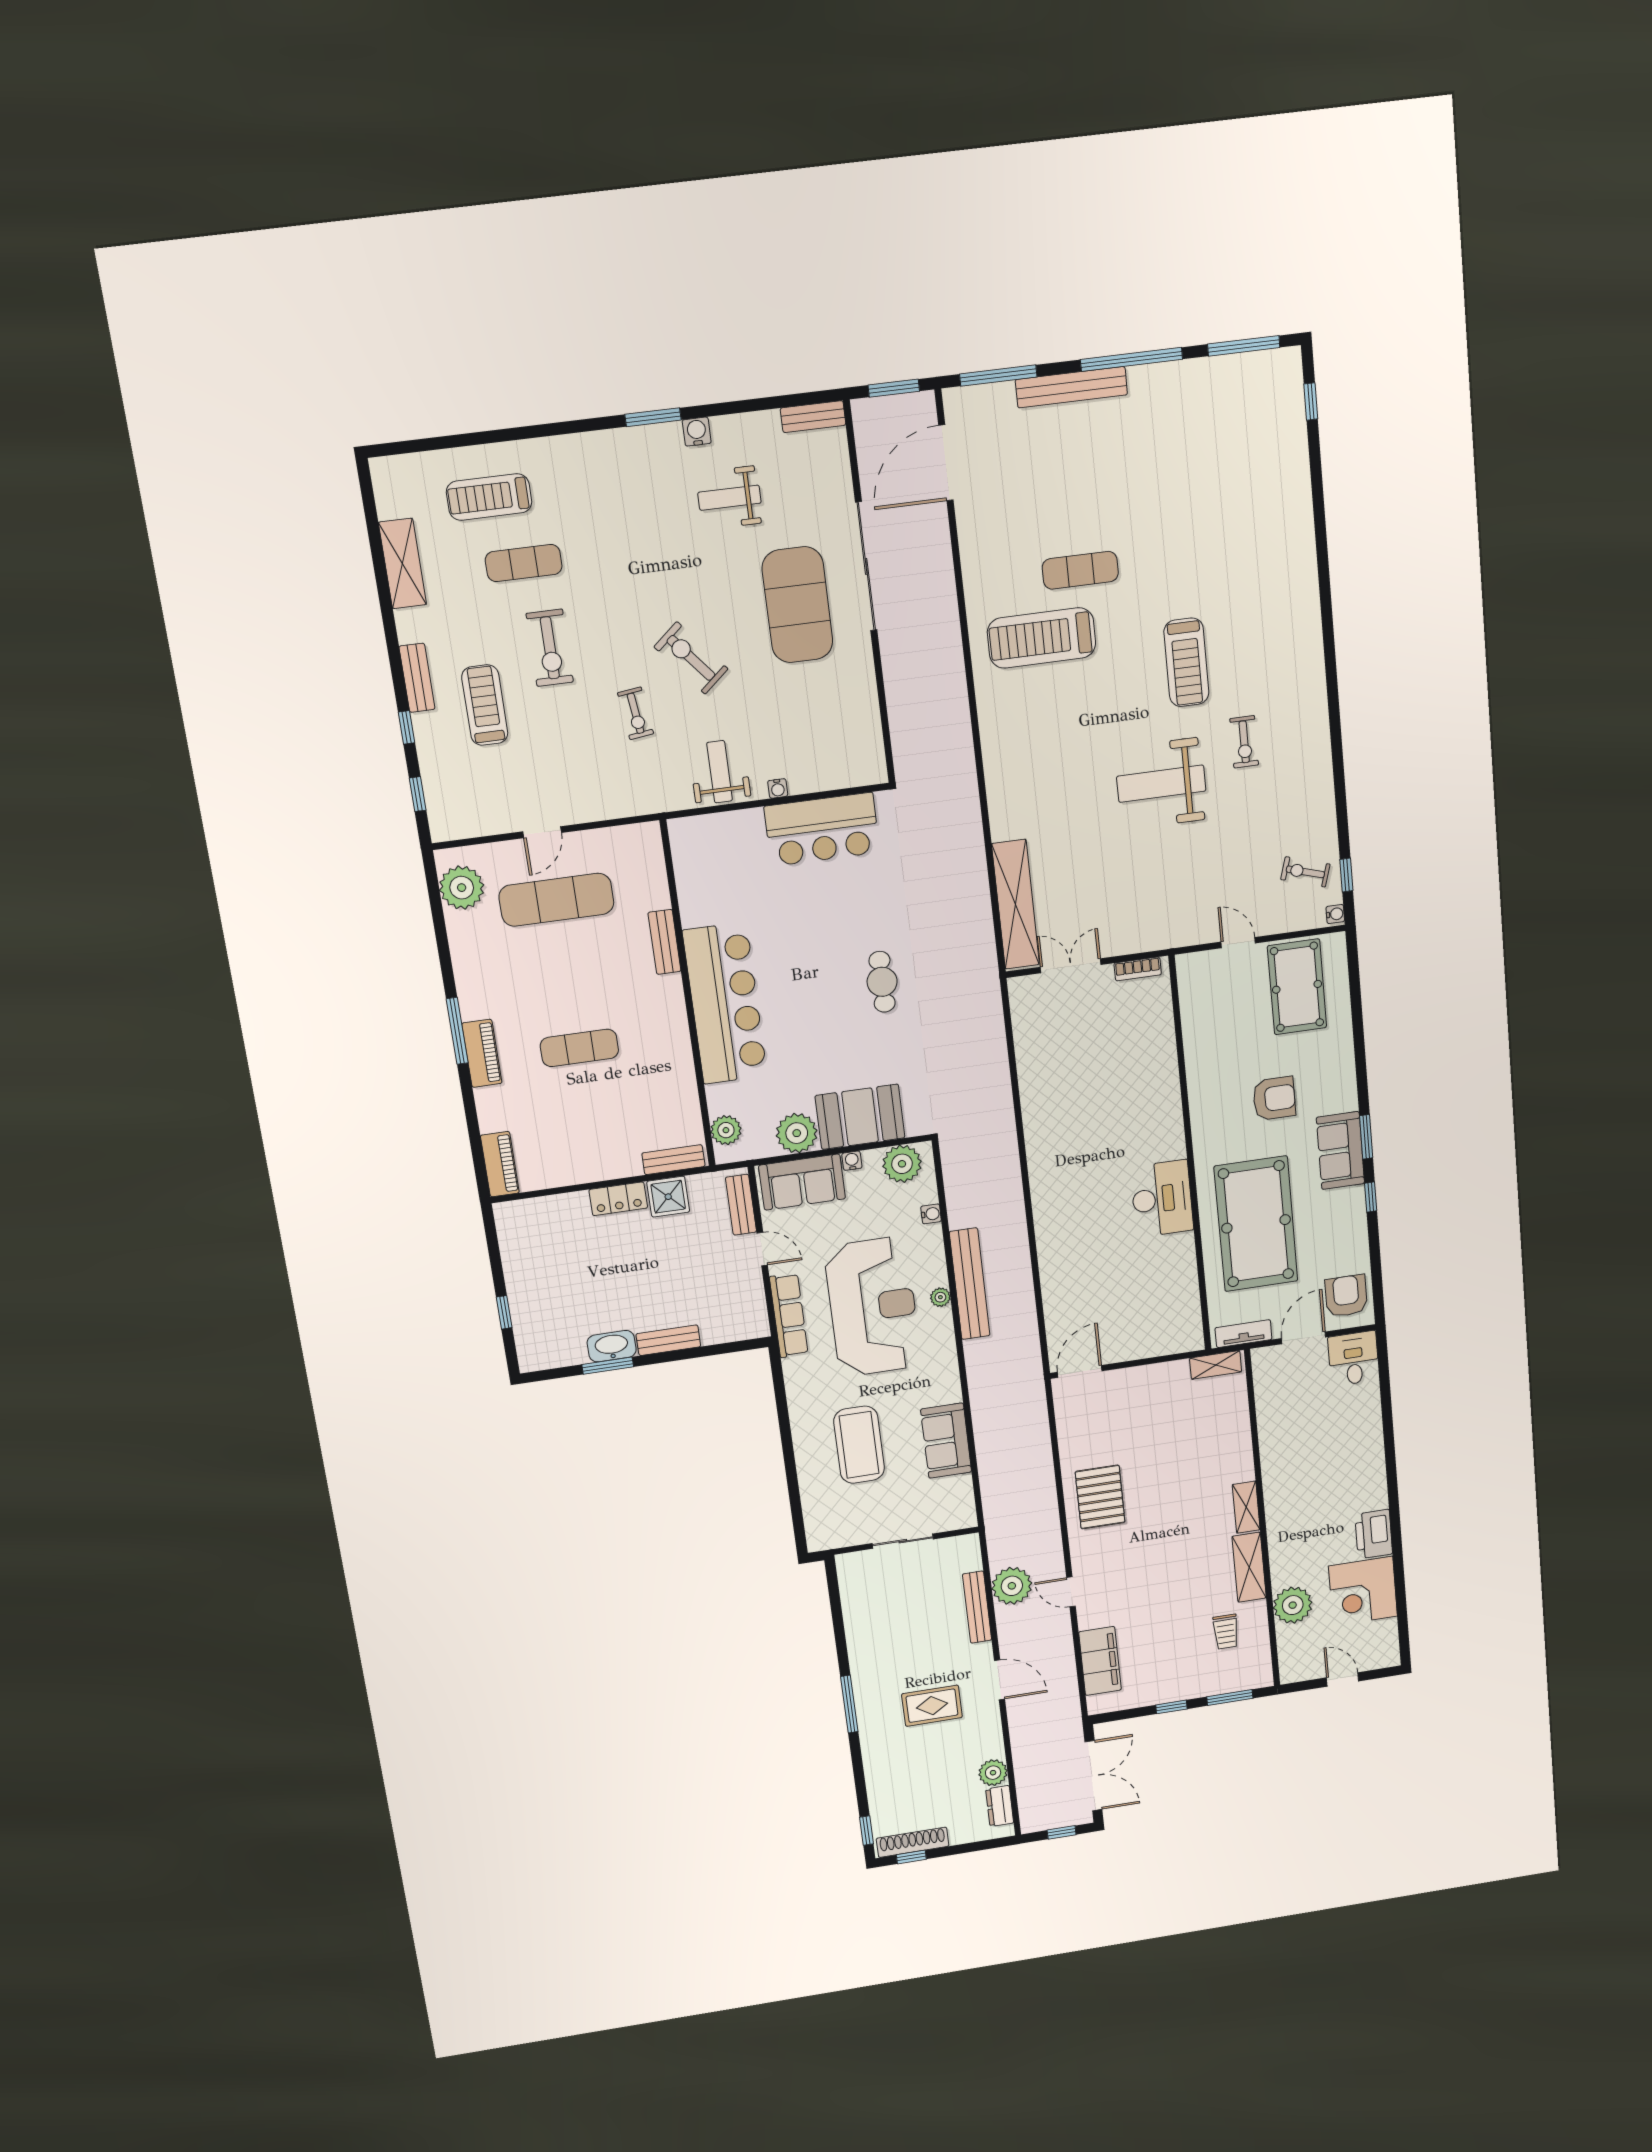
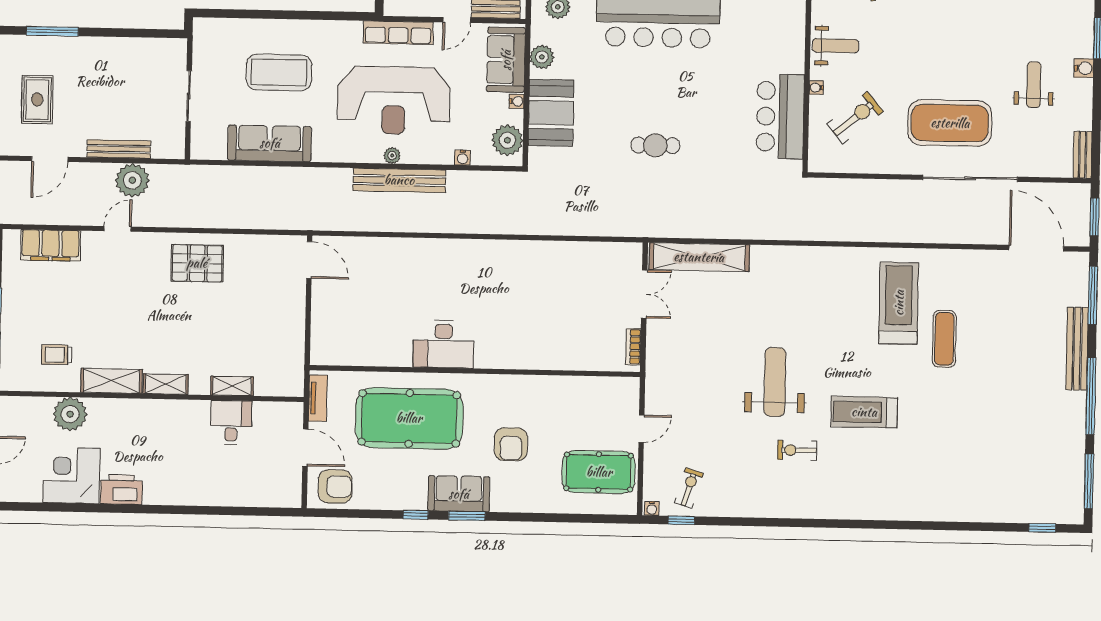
exercise bike: (691, 658) -> (855, 118), moved
plant: (797, 1133) -> (542, 57), width x0.73, depth x0.73
desk: (1353, 1359) -> (231, 423), moved, turned -90
shelving: (1216, 1365) -> (232, 386), moved, turned 90
sofa: (946, 1441) -> (270, 143), width x1.36

